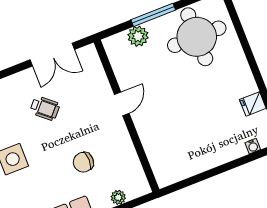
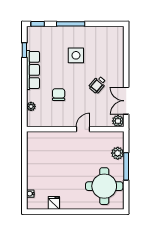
plant: (88, 55) -> (118, 121), added
door: (122, 104) -> (83, 129), swing flipped

